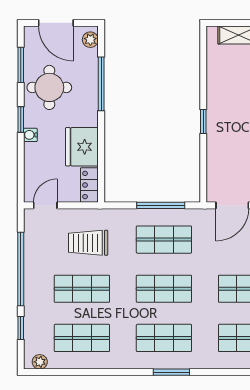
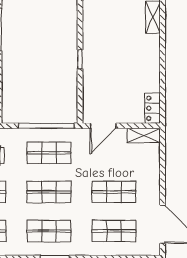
window: (161, 205) -> (46, 126), width x1.46

